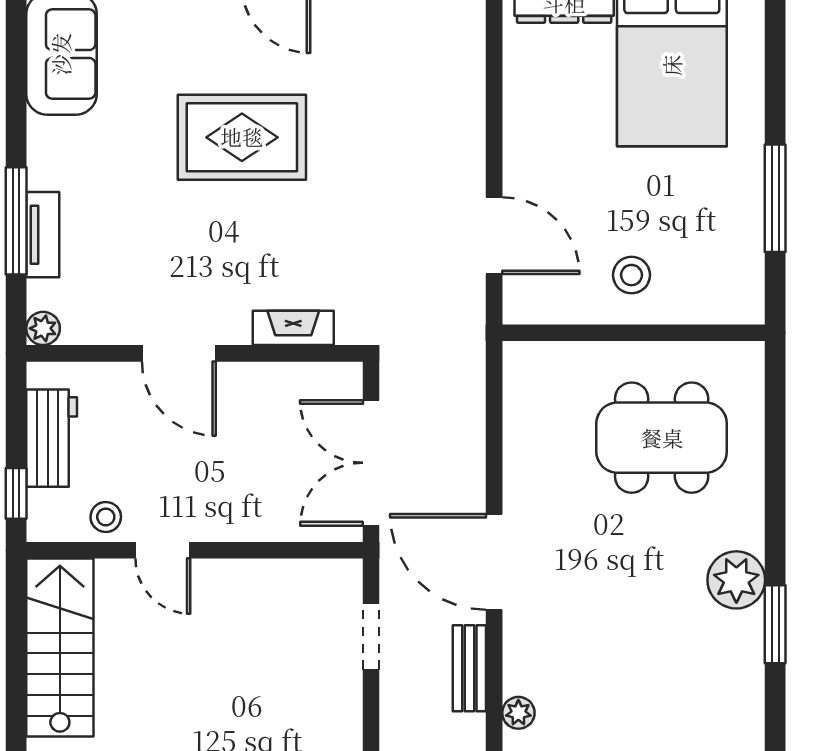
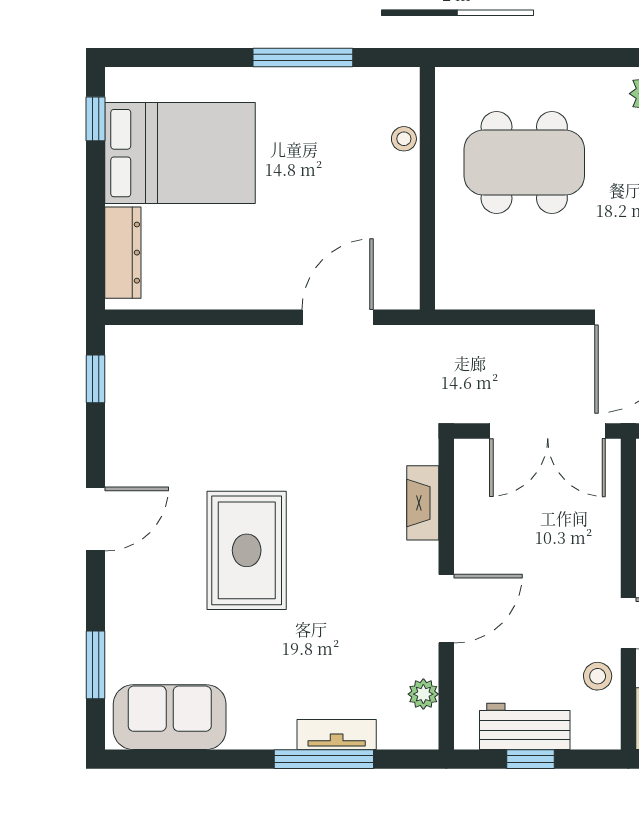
stool: (631, 275) -> (404, 139), moved, width x0.73, depth x0.73
plant: (43, 328) -> (423, 694), moved
dining table: (662, 438) -> (524, 163), turned 90
window: (16, 493) -> (531, 759), moved

